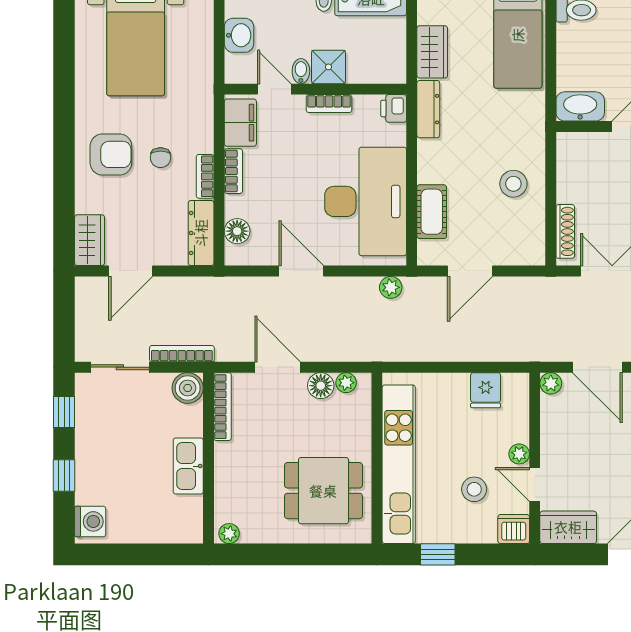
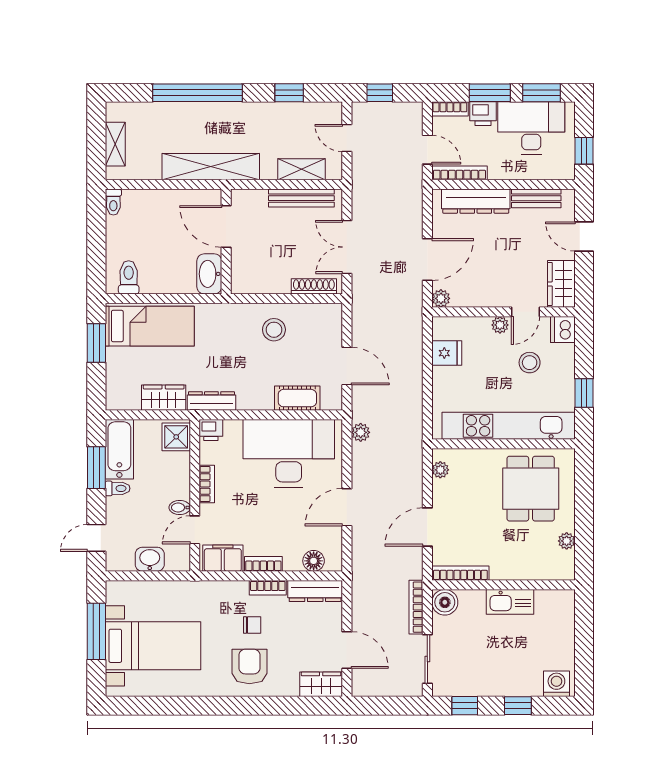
shower: (328, 67) -> (176, 437), moved
floor lamp: (321, 386) -> (443, 491), removed
plant: (229, 534) -> (567, 541), moved

